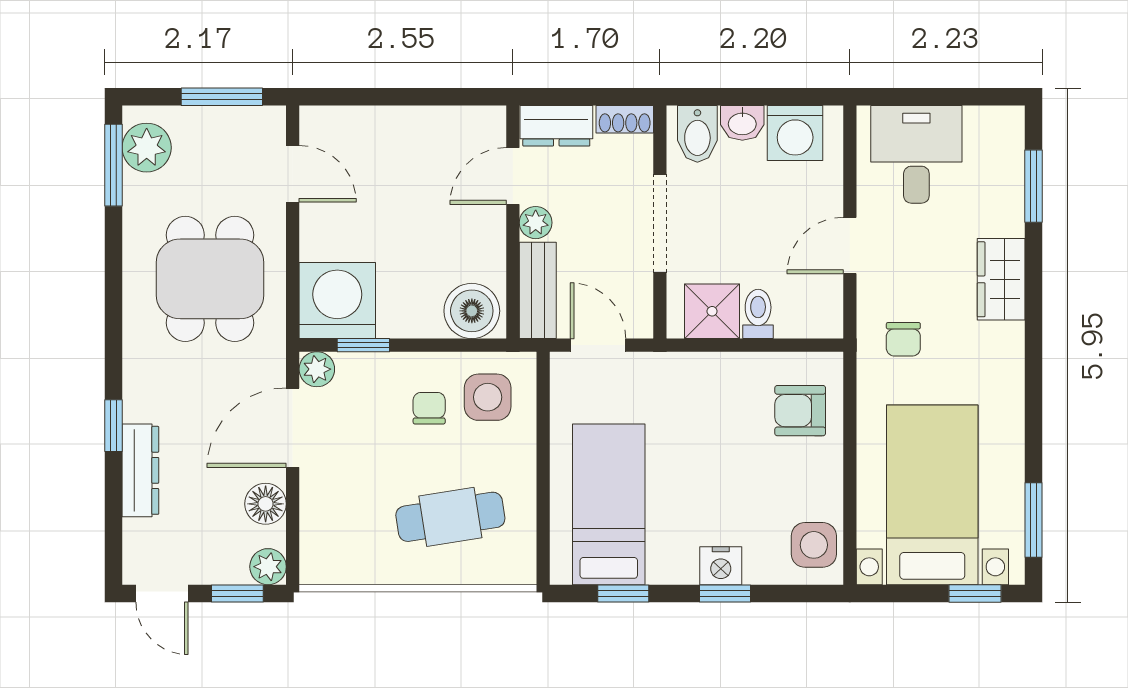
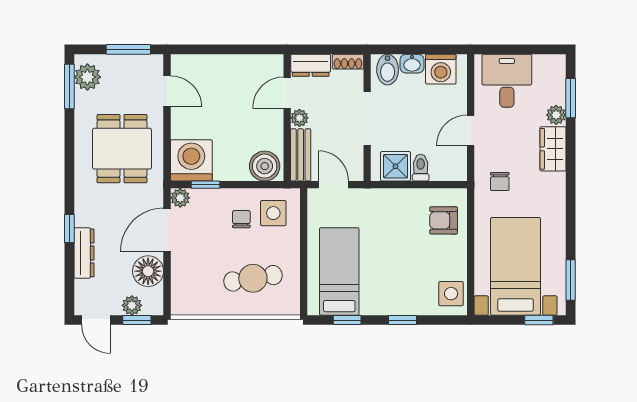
plant: (1007, 217) -> (556, 115), added
floor lamp: (266, 504) -> (148, 271), width x1.38, depth x1.38
nightstand: (721, 566) -> (400, 305), removed
plant: (268, 567) -> (132, 305), moved

